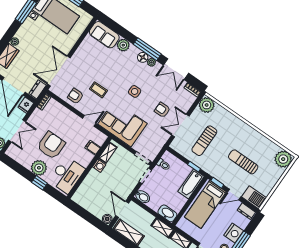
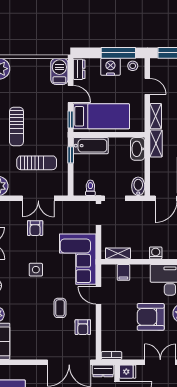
sun lounger: (243, 162) -> (16, 127), moved
washing machine: (99, 166) -> (156, 253), moved

